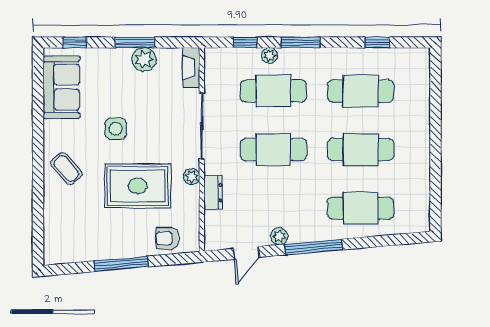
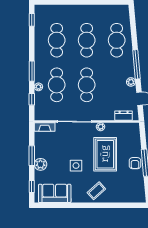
window: (377, 42) -> (32, 20), moved
plant: (144, 59) -> (40, 164), moved
dresser: (213, 193) -> (124, 116), moved
armchair: (167, 238) -> (135, 163), moved

